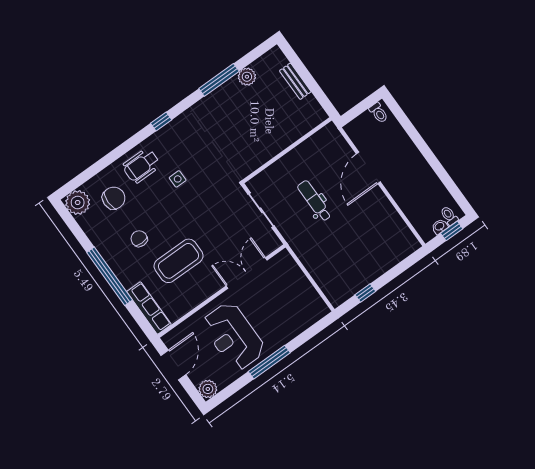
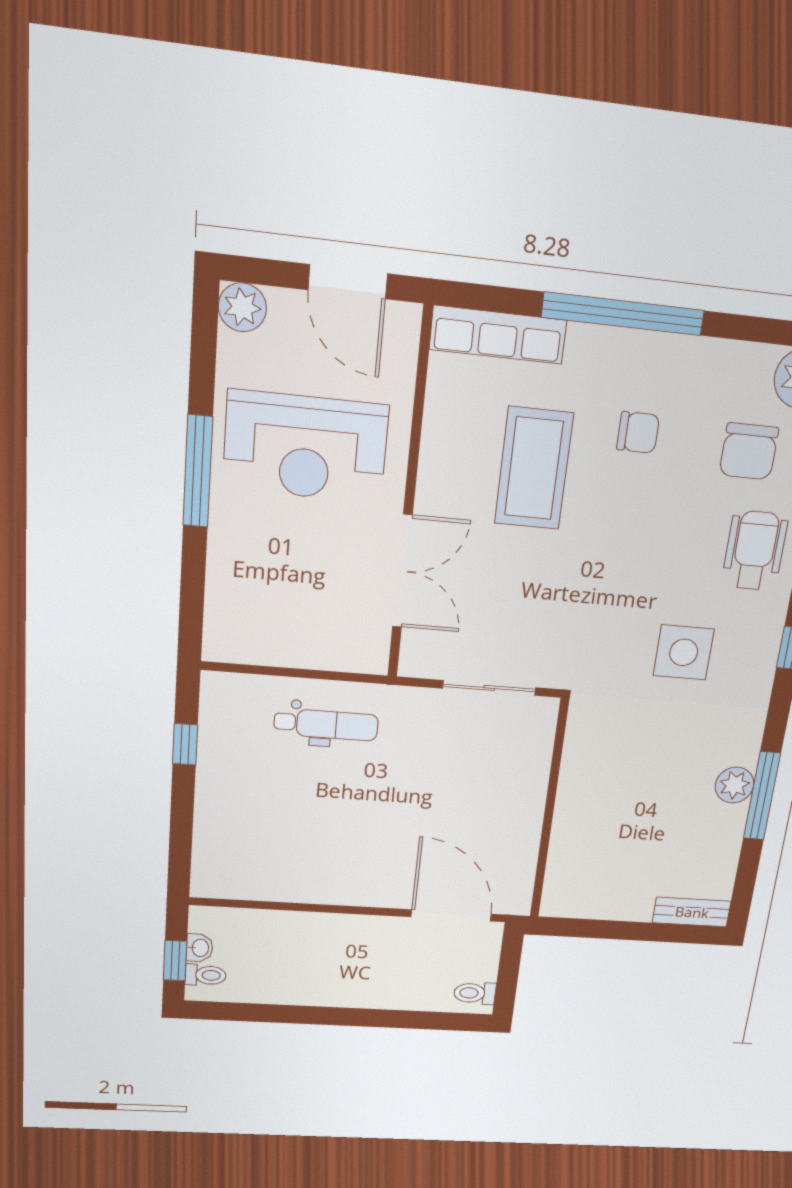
plant: (247, 77) -> (735, 785), moved
bench: (295, 81) -> (692, 912), moved
door: (368, 168) -> (451, 915), moved
side table: (178, 179) -> (684, 652), moved, width x1.87, depth x1.87
dental chair: (314, 201) -> (326, 724), moved
reception desk: (233, 336) -> (306, 447), turned 180

